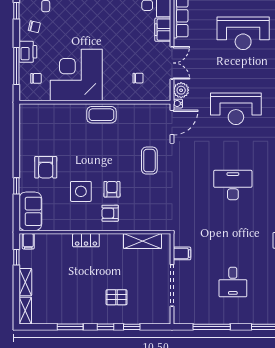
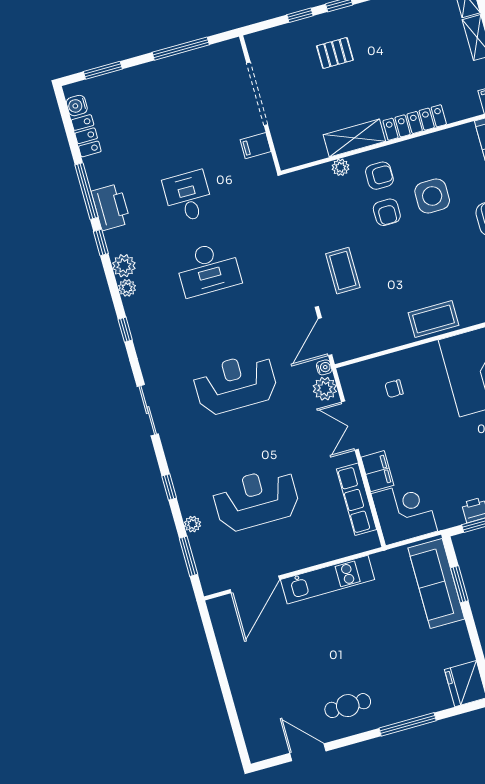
plant: (133, 225) -> (341, 167), added
locker: (86, 240) -> (415, 122), width x1.53
shelving: (142, 241) -> (354, 138), moved
desk: (233, 282) -> (188, 197), moved

